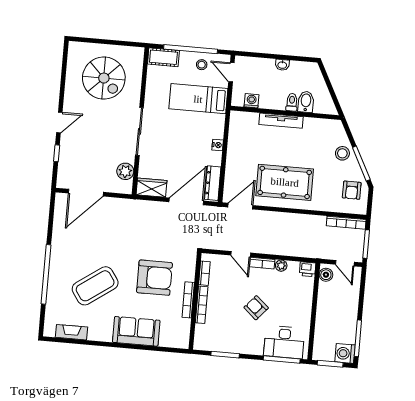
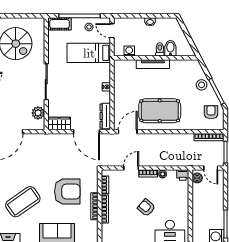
armchair: (352, 190) -> (211, 112), turned 180
door: (186, 201) -> (86, 132), swing flipped
door: (241, 254) -> (131, 168), swing flipped

